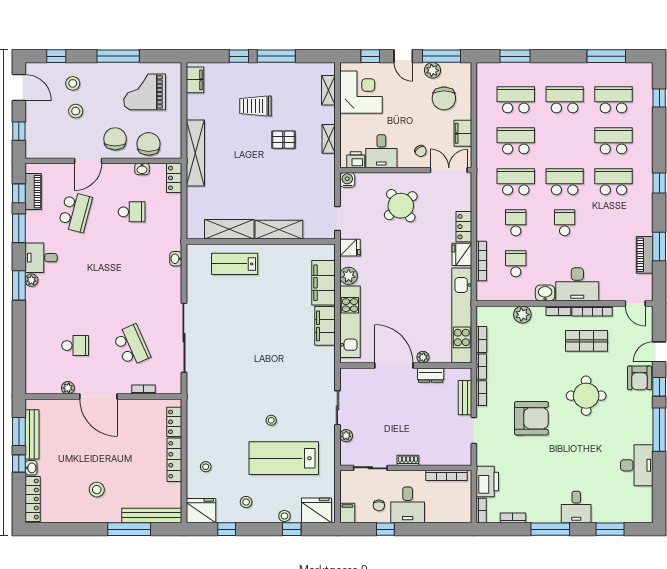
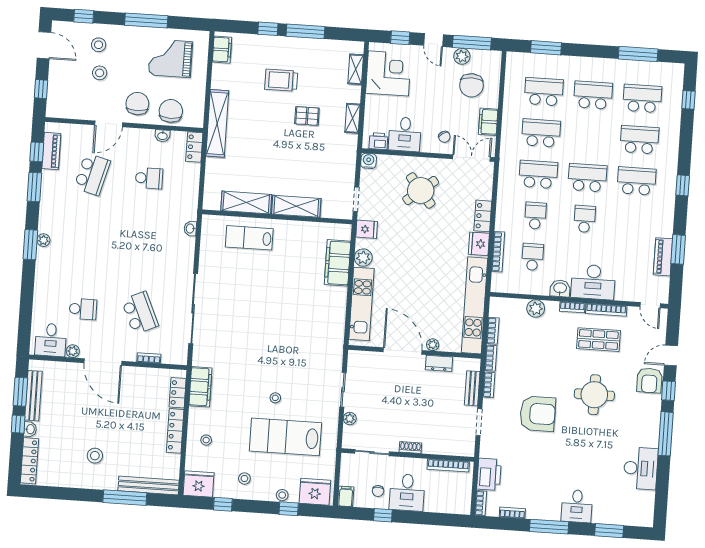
desk: (41, 258) -> (51, 340), moved, turned -90
filing cabinet: (325, 326) -> (200, 387), moved, turned 180

